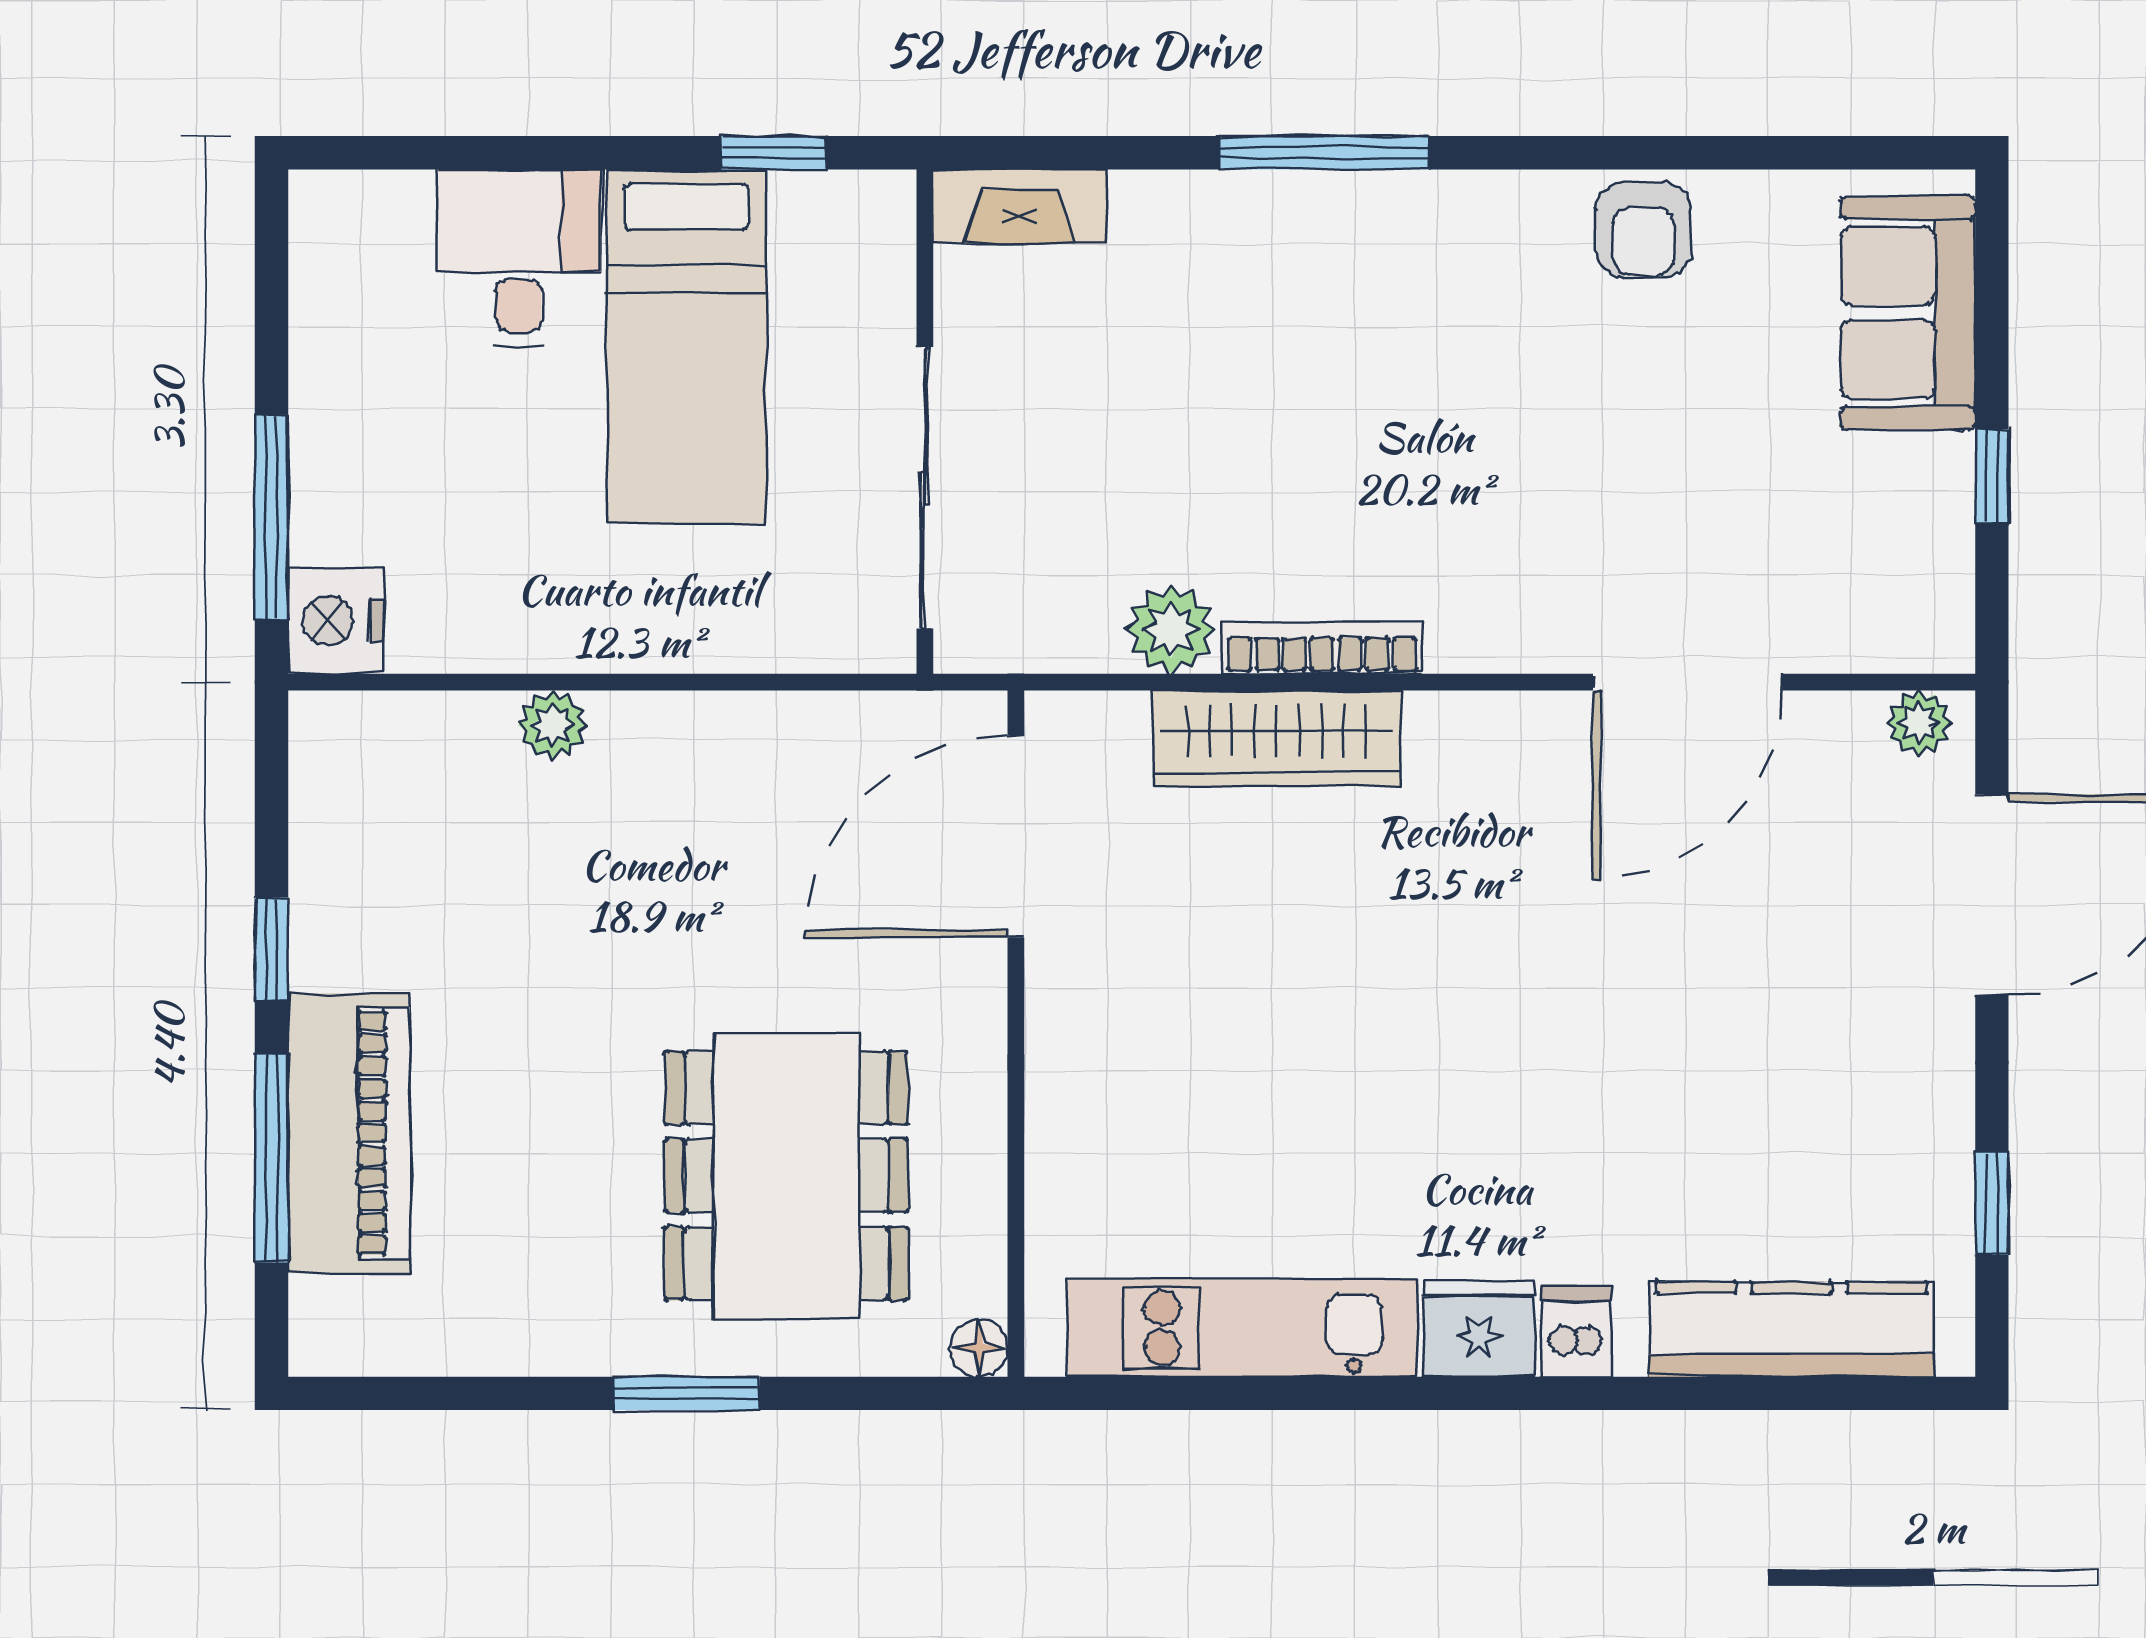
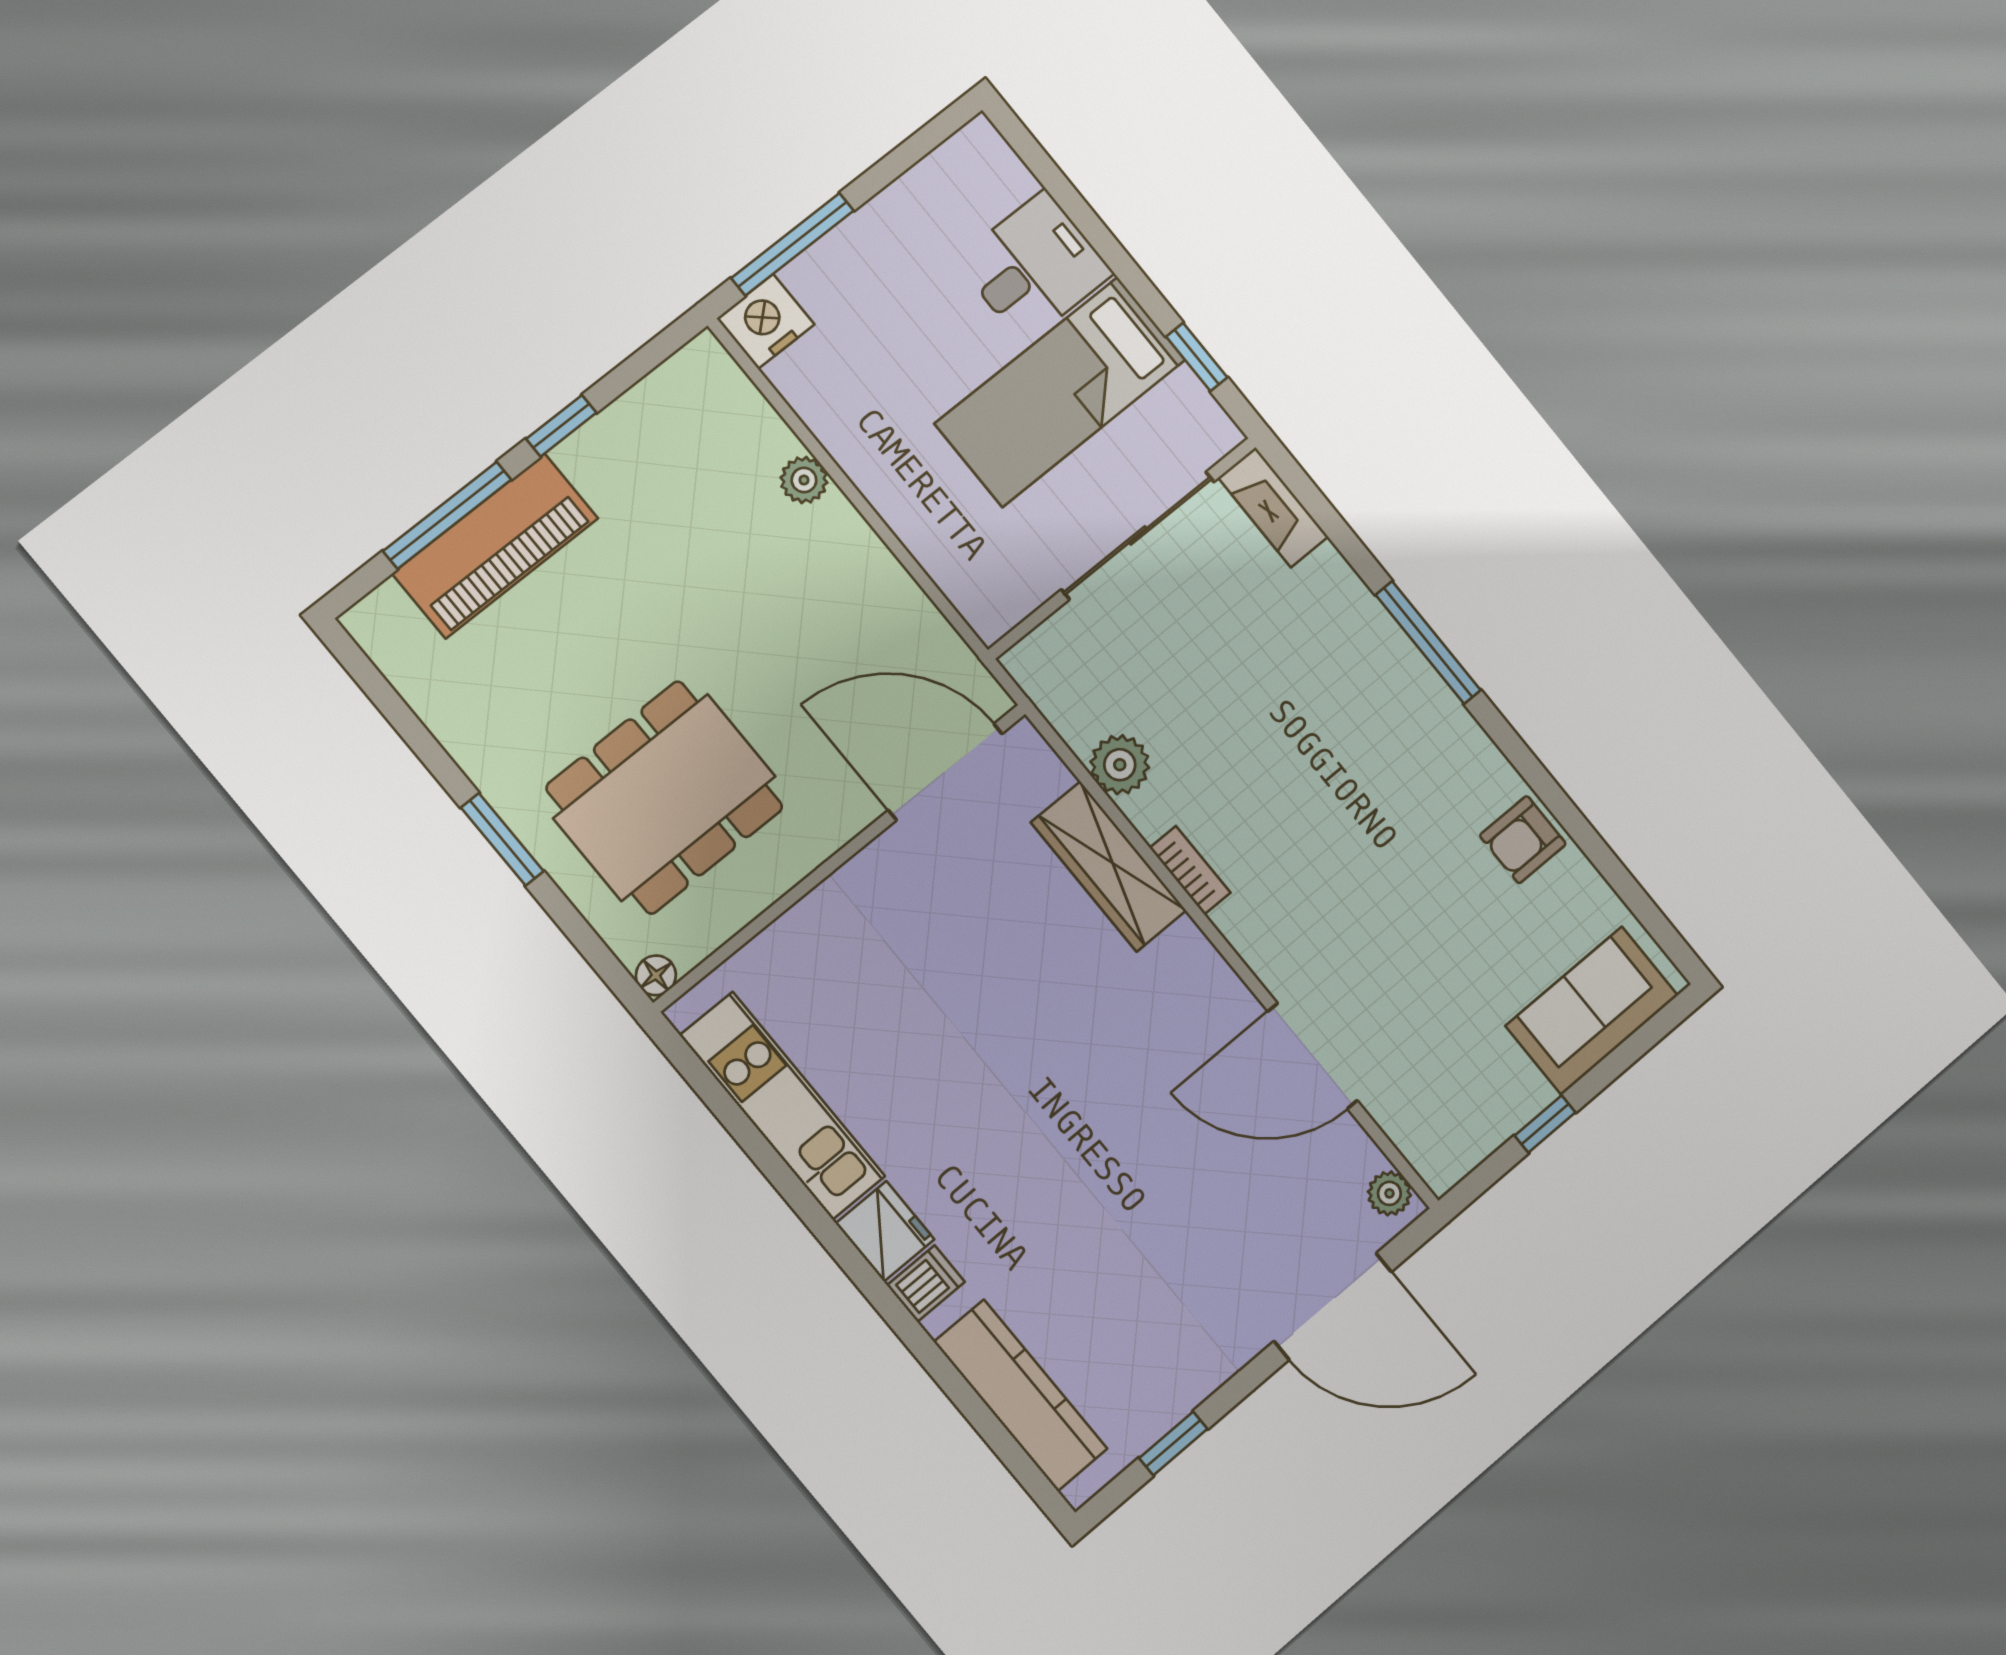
sliding door: (925, 488) -> (1138, 535), moved
bookcase: (1322, 648) -> (1190, 870), width x0.64

